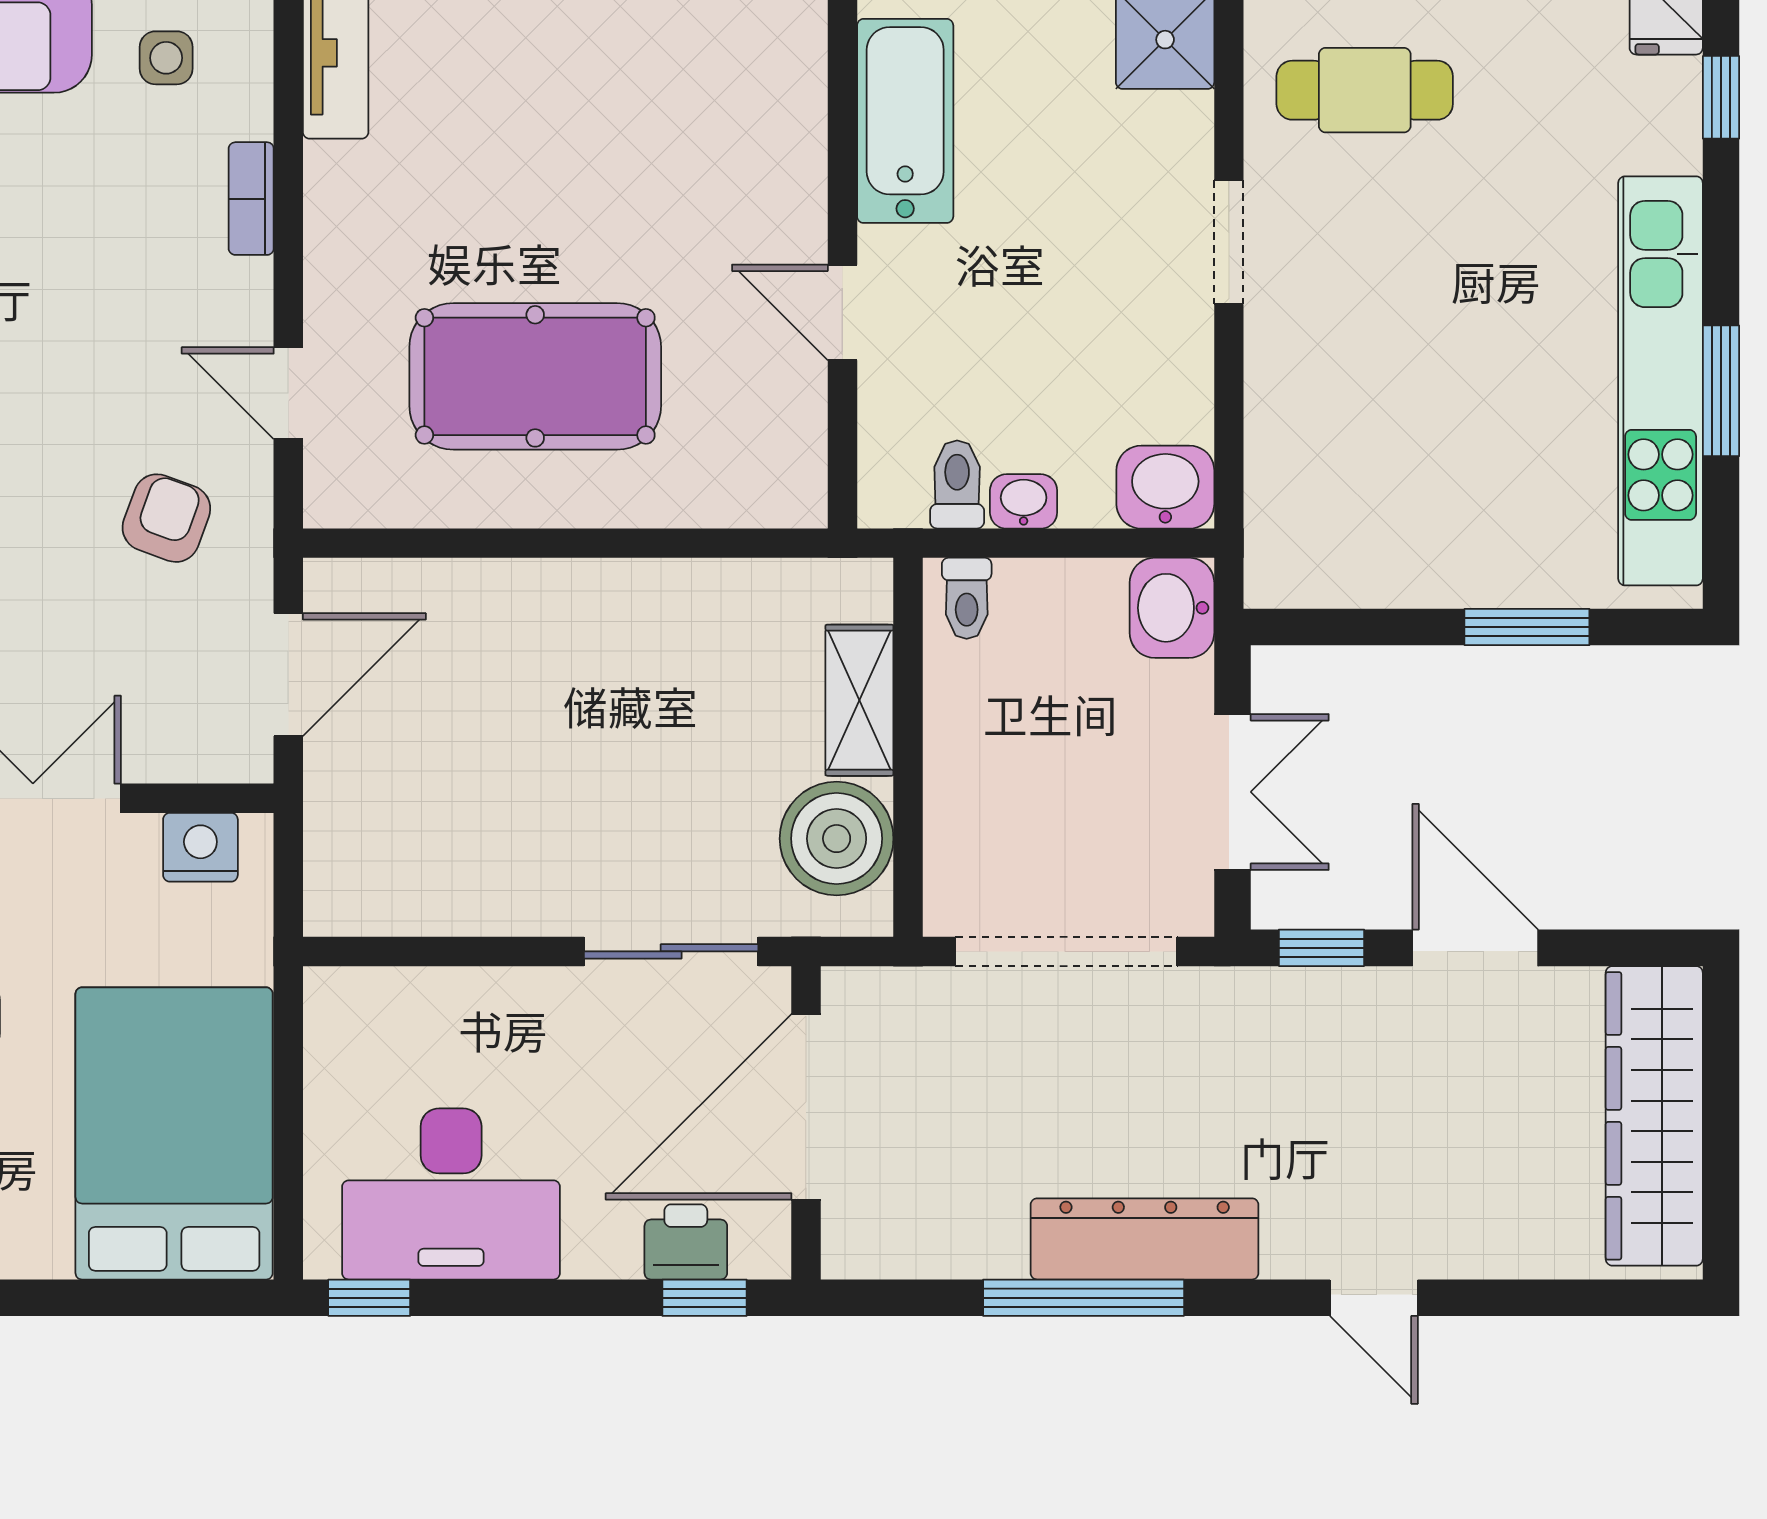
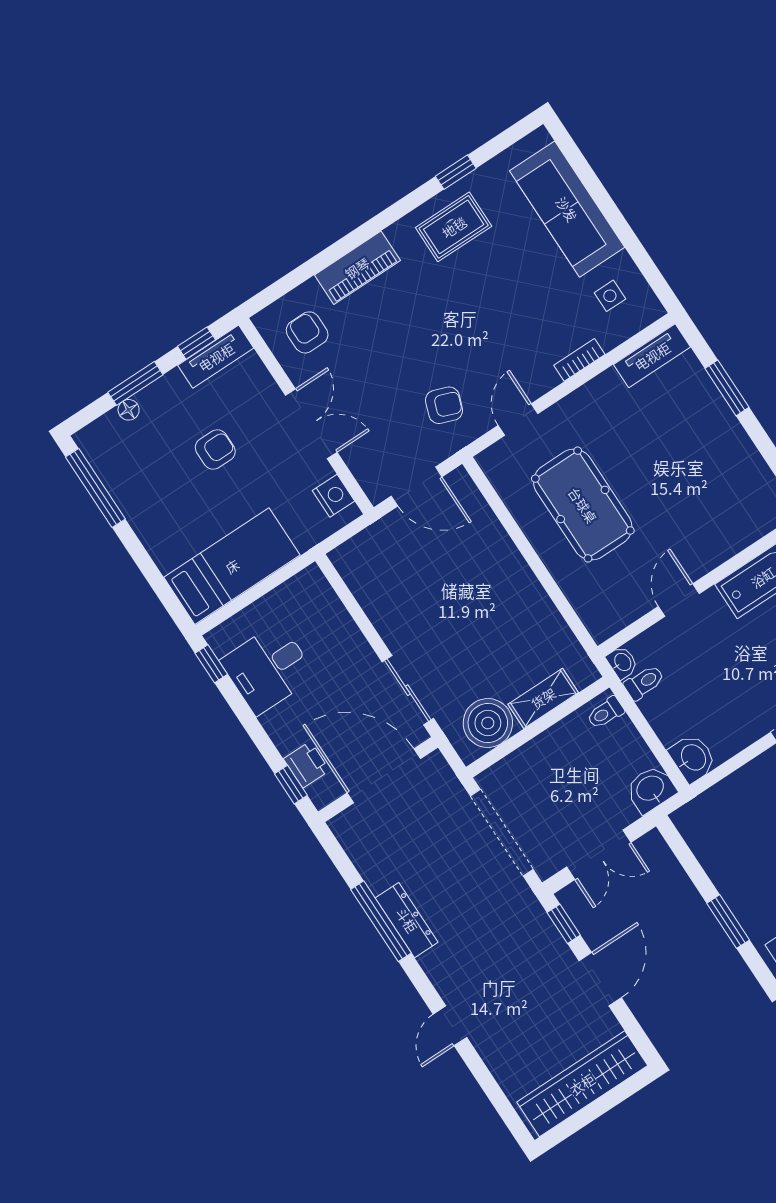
washbasin: (1024, 501) -> (622, 662), moved
bed: (174, 1133) -> (232, 566), width x0.67
desk: (451, 1194) -> (268, 669), width x0.73
dresser: (1145, 1239) -> (407, 920), width x0.73, depth x0.80

